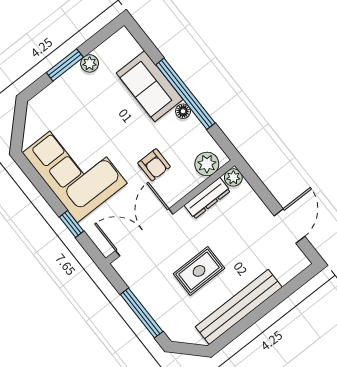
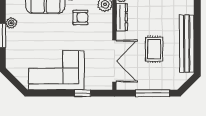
armchair: (154, 165) -> (80, 17), moved
double door: (144, 232) -> (114, 61), swing flipped

